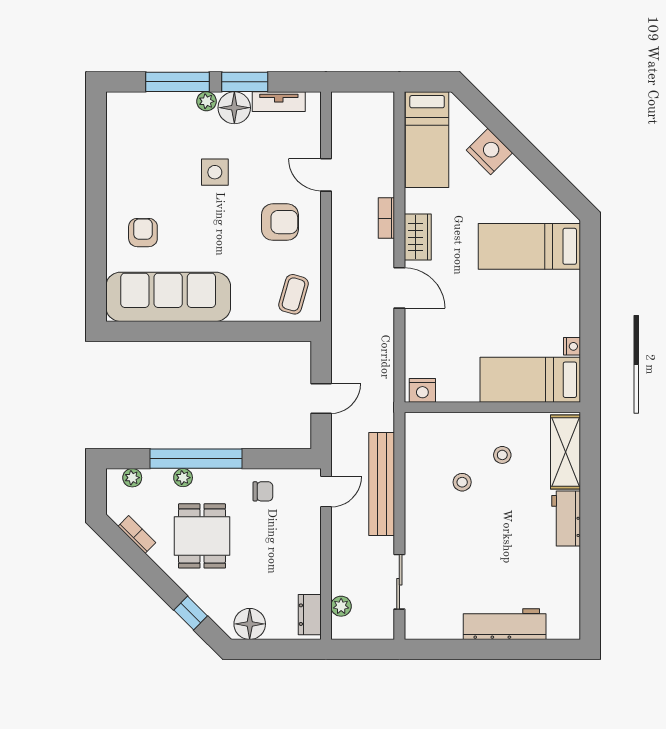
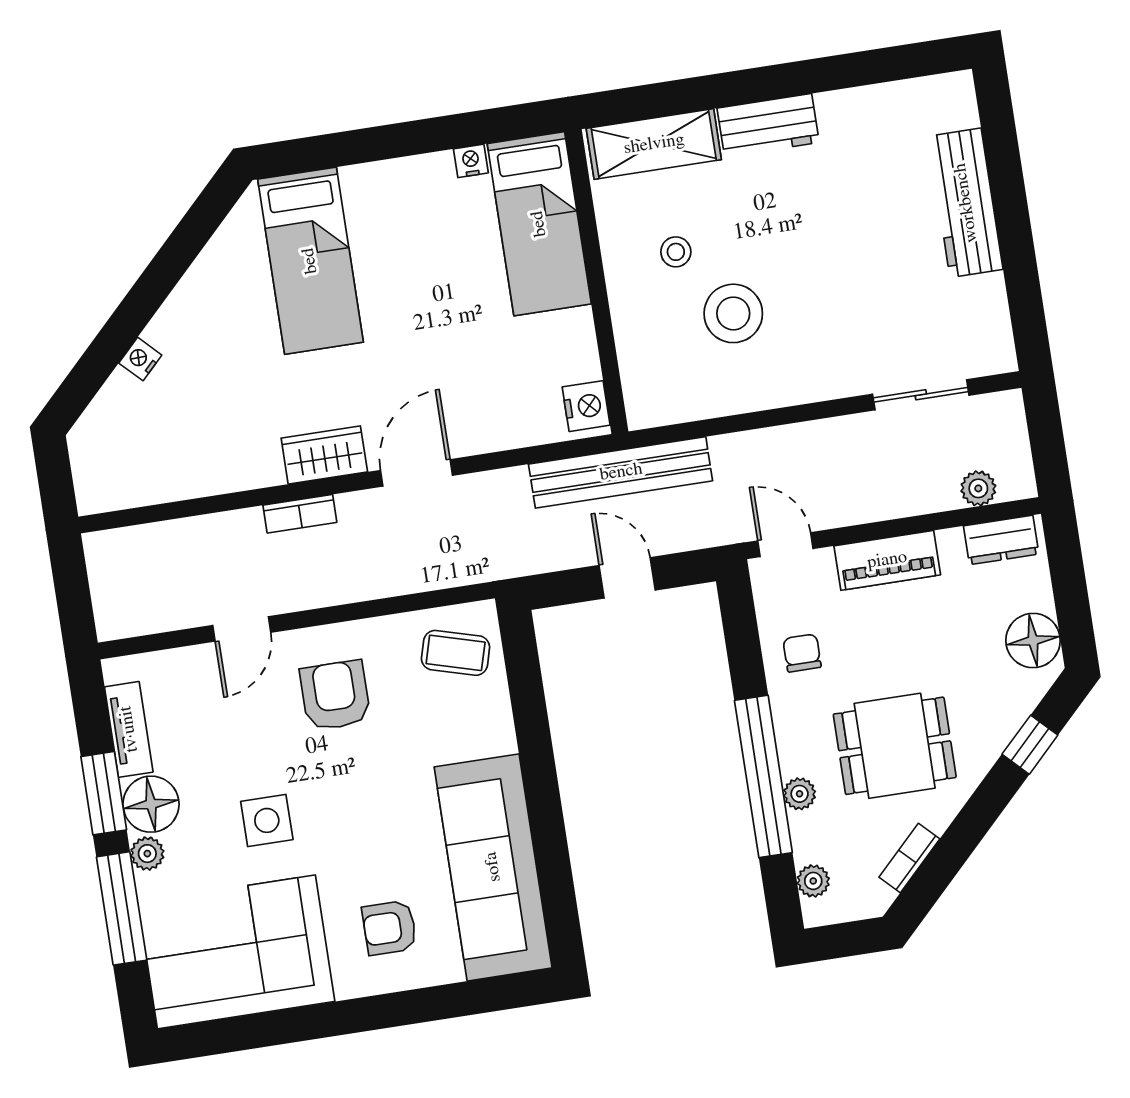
bed: (427, 140) -> (154, 465), removed
corner sofa: (143, 143) -> (236, 952), added
nightstand: (489, 151) -> (140, 359), width x0.53, depth x0.56
stool: (462, 482) -> (733, 313), width x1.89, depth x1.89
bench: (382, 484) -> (621, 472), moved
piano: (308, 548) -> (887, 560), added

